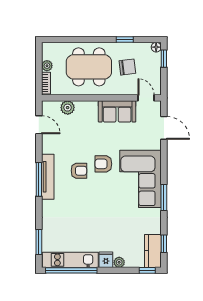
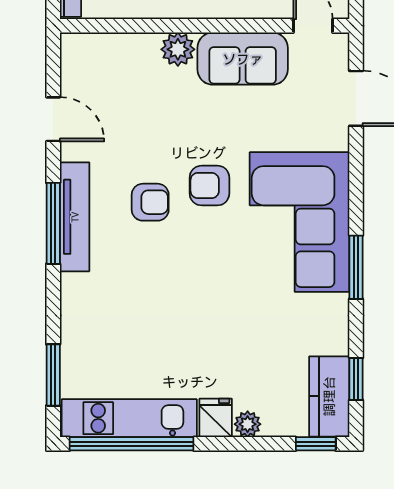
plant: (68, 108) -> (178, 49), moved
door: (39, 125) -> (53, 119), moved

